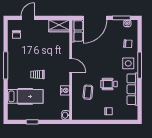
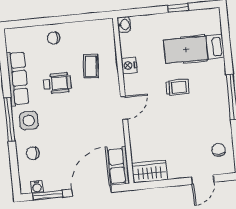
door: (71, 65) -> (124, 108), swing flipped

